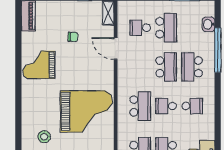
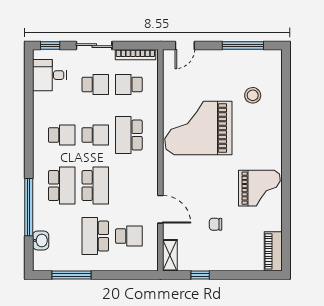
school desk: (166, 67) -> (95, 186), turned 180
school desk: (192, 106) -> (62, 135), turned 180

